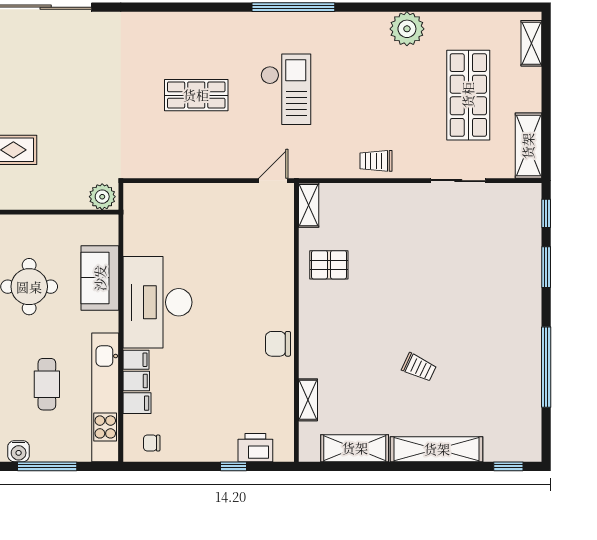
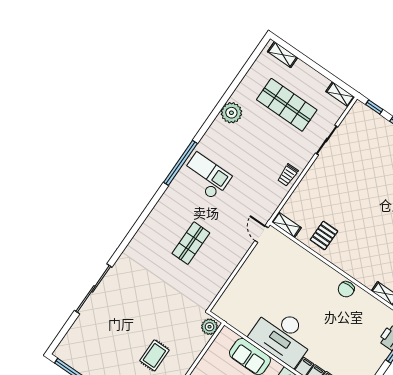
checkout: (286, 89) -> (206, 176), moved
shelving: (528, 146) -> (340, 94), width x0.67, depth x0.75

